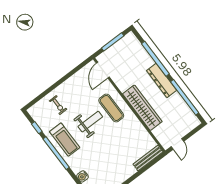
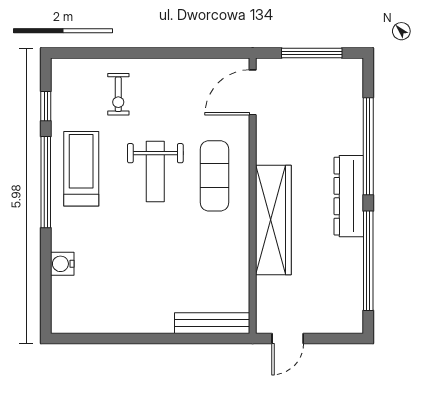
weight bench: (90, 122) -> (155, 171), turned 90
treadmill: (65, 140) -> (81, 169), turned 180

